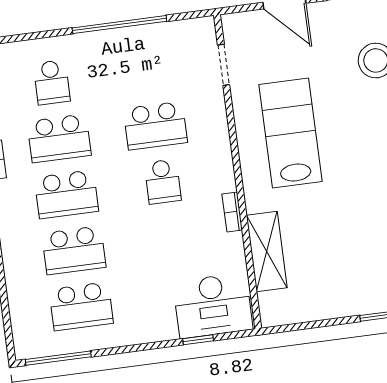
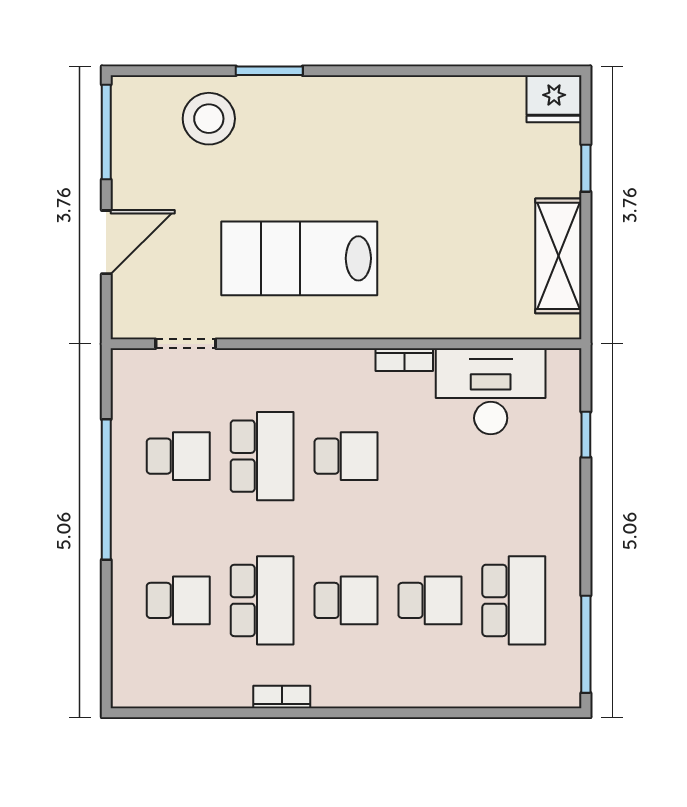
school desk: (148, 70) -> (178, 456), added
school desk: (66, 194) -> (346, 600), width x0.54
school desk: (74, 250) -> (430, 600), width x0.54
shelving: (267, 251) -> (558, 256), moved, turned 90
desk: (213, 306) -> (491, 391), moved, turned -90

